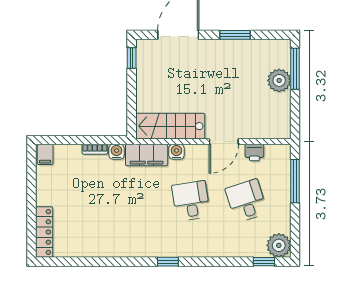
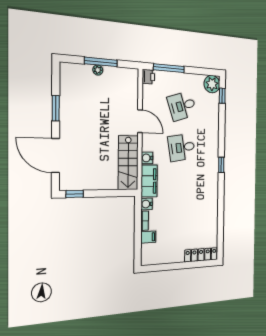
window: (295, 69) -> (101, 62), moved
plant: (279, 80) -> (98, 70), width x0.53, depth x0.53
printer: (254, 153) -> (148, 77), moved
filing cabinet: (45, 154) -> (148, 237), moved

